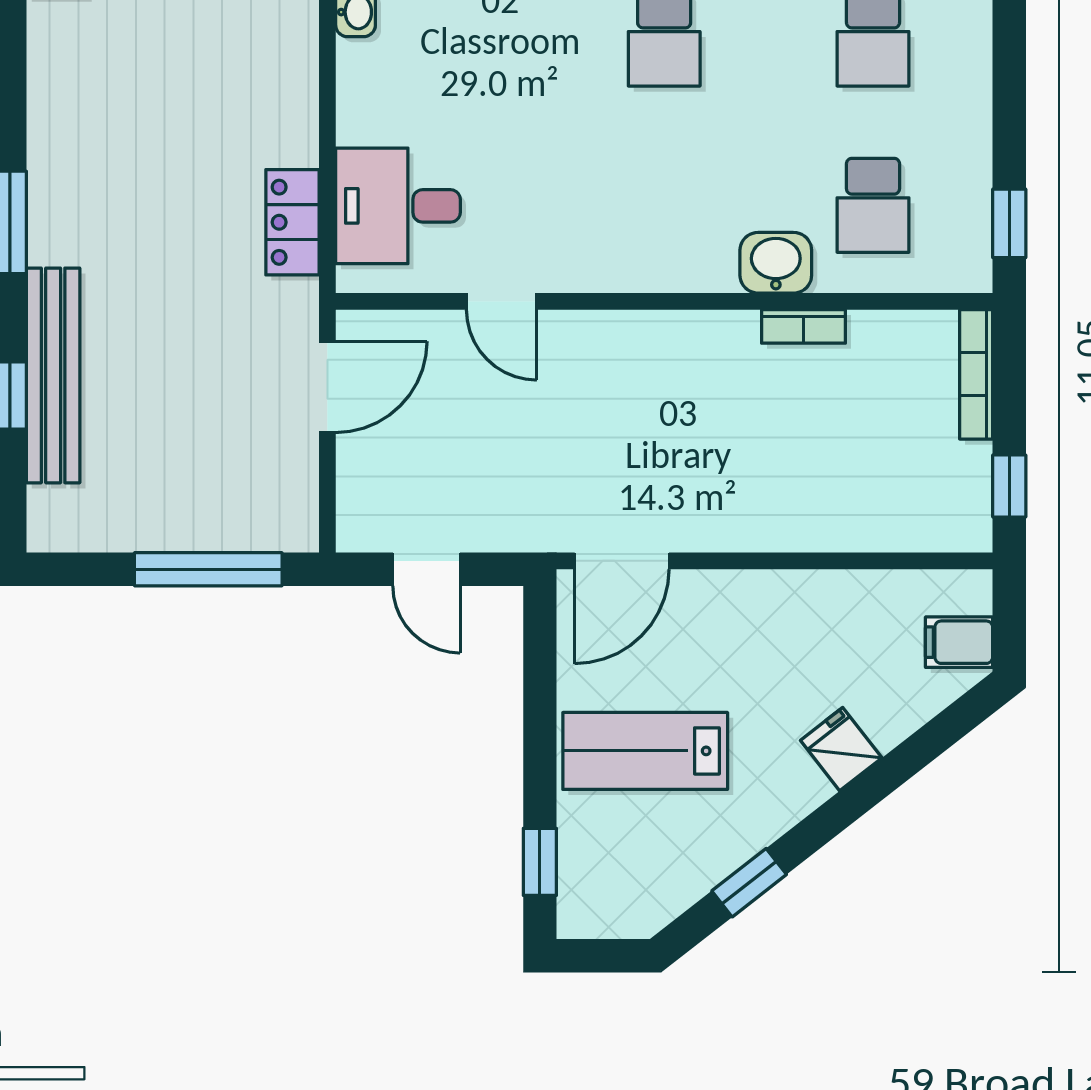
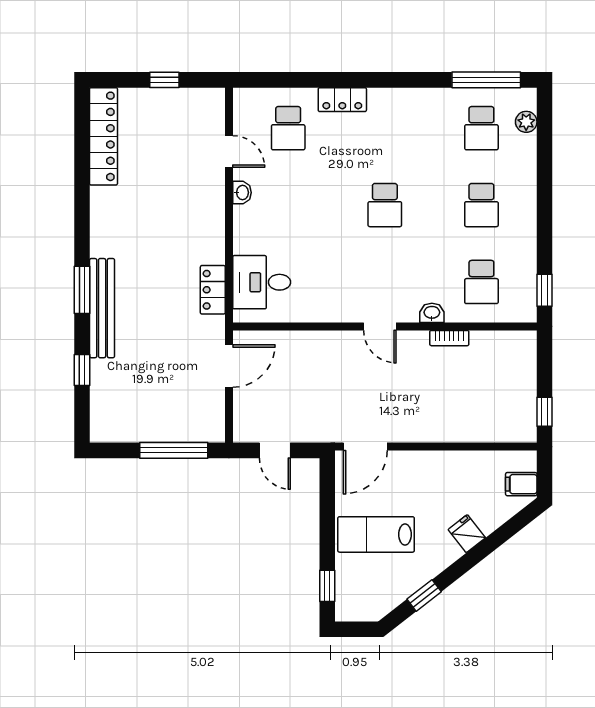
washbasin: (776, 263) -> (432, 313), width x0.72, depth x0.69
door: (502, 301) -> (380, 326), moved
bookcase: (976, 374) -> (529, 360), removed
bench: (53, 375) -> (102, 308), moved

